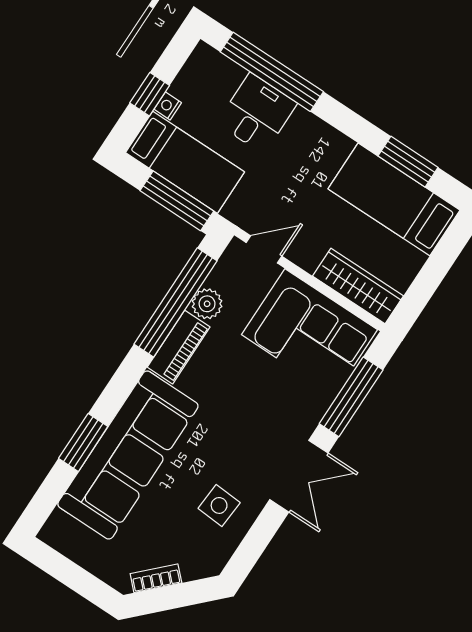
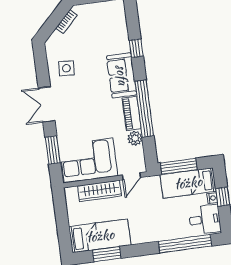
desk: (257, 113) -> (205, 219), moved, turned -90
wardrobe: (358, 286) -> (100, 191), moved
window: (176, 302) -> (144, 109), moved
window: (351, 397) -> (53, 150), width x0.69
window: (83, 442) -> (136, 48), width x0.67
sofa: (128, 455) -> (122, 75), width x0.54, depth x0.79

